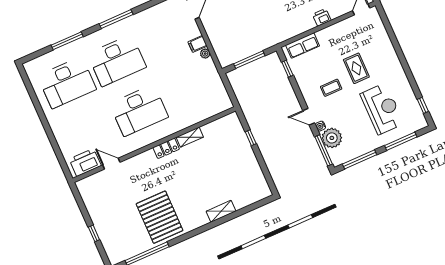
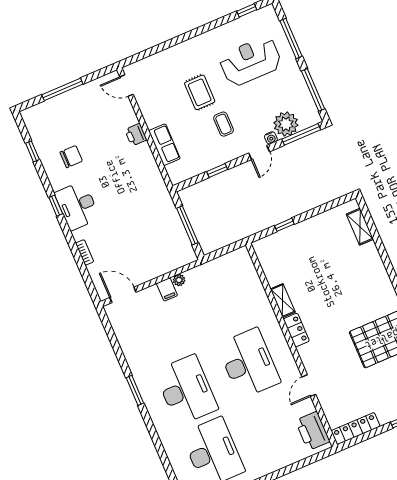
window: (116, 19) -> (135, 390), width x0.69
window: (67, 41) -> (161, 451), removed
row of seats: (303, 46) -> (164, 145), moved
rug: (356, 68) -> (200, 92), turned 90
window: (287, 69) -> (217, 170), moved
door: (111, 164) -> (309, 386), moved
locker: (87, 197) -> (356, 429), added
shelving: (221, 211) -> (360, 227), moved

